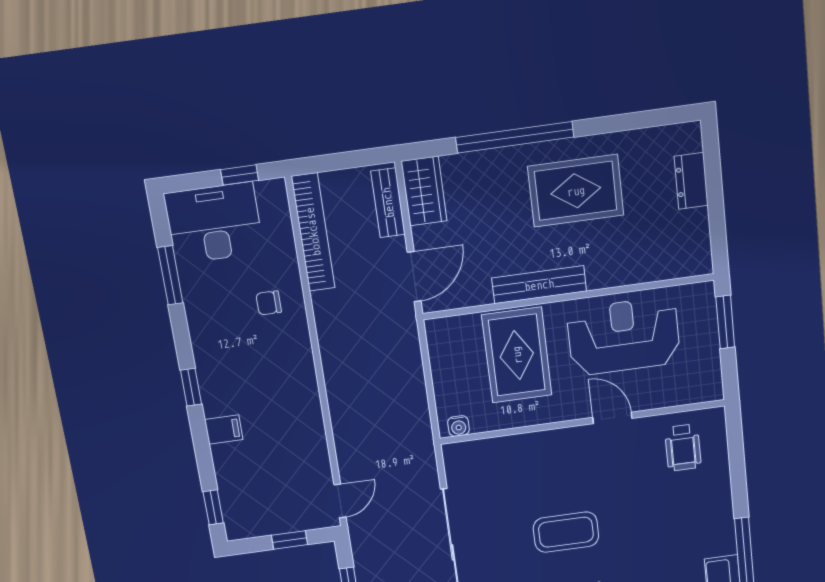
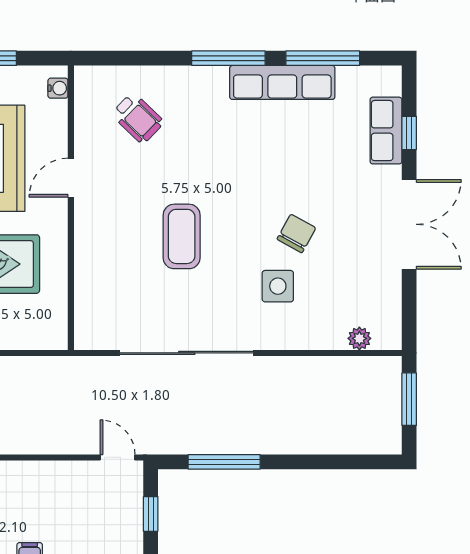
water cooler: (459, 426) -> (58, 88), moved
wheelchair: (683, 448) -> (138, 118), moved, turned 44

